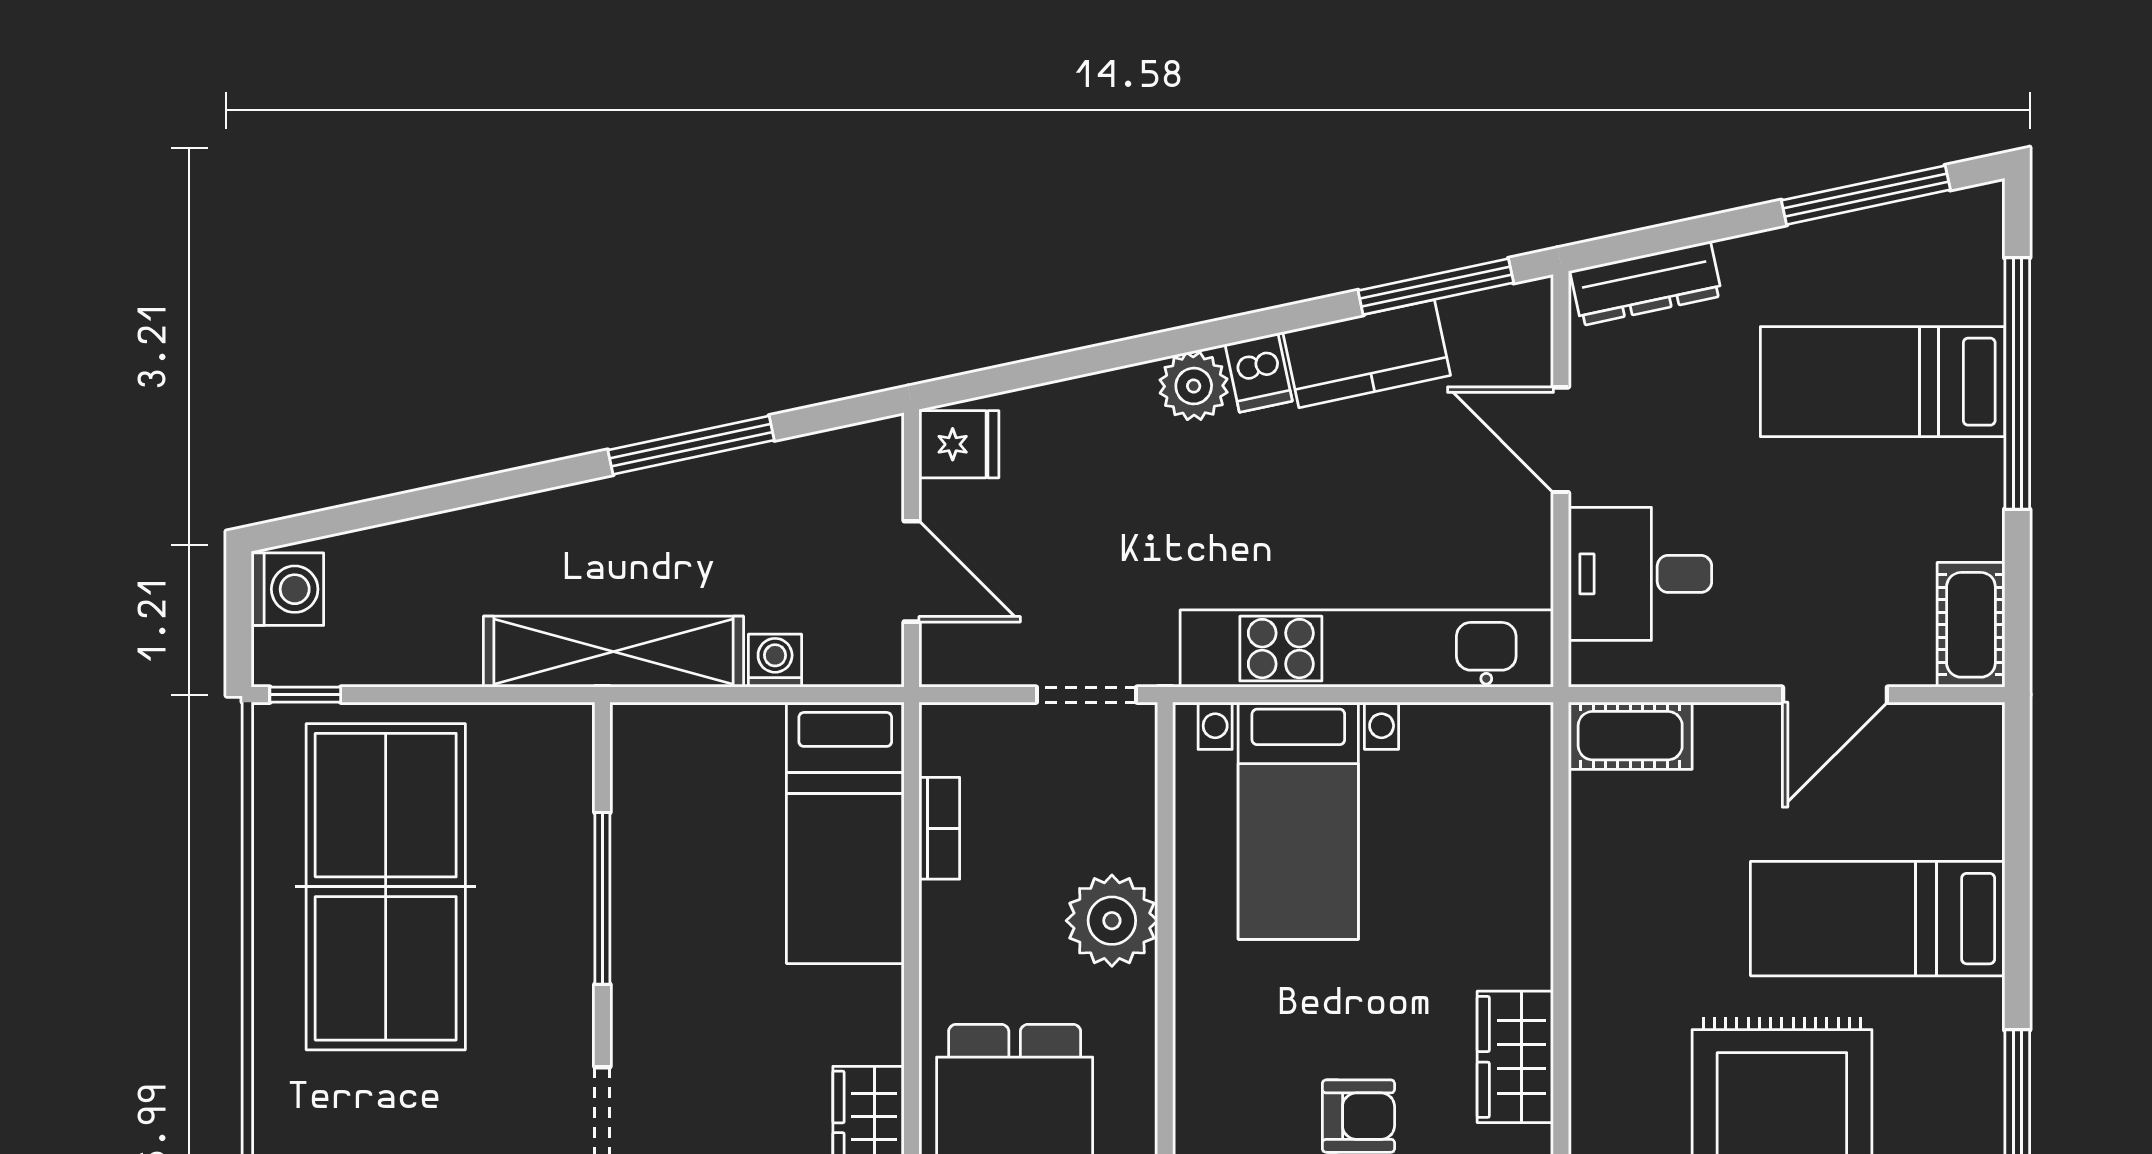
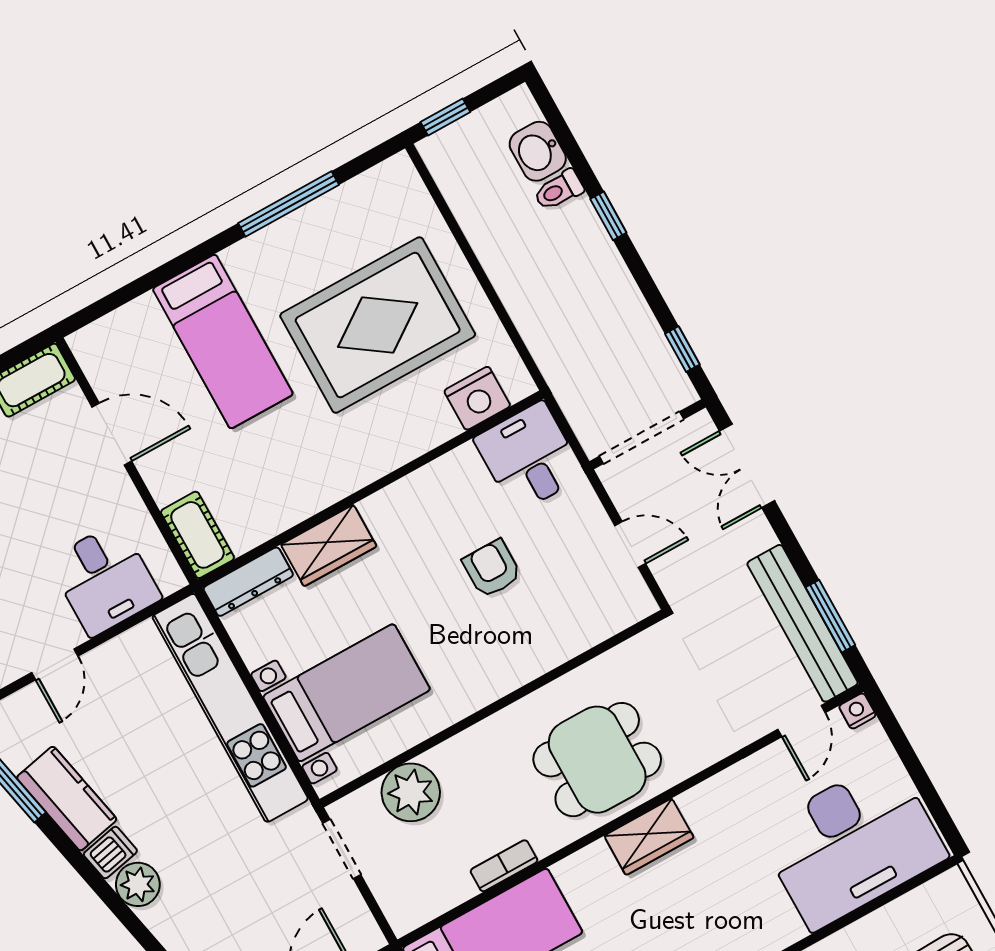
door: (1561, 440) -> (55, 664), width x0.73
dresser: (1527, 770) -> (248, 582), added
bookcase: (939, 828) -> (504, 866), moved
plant: (1112, 921) -> (411, 792), moved
wardrobe: (1515, 1057) -> (329, 545), moved

